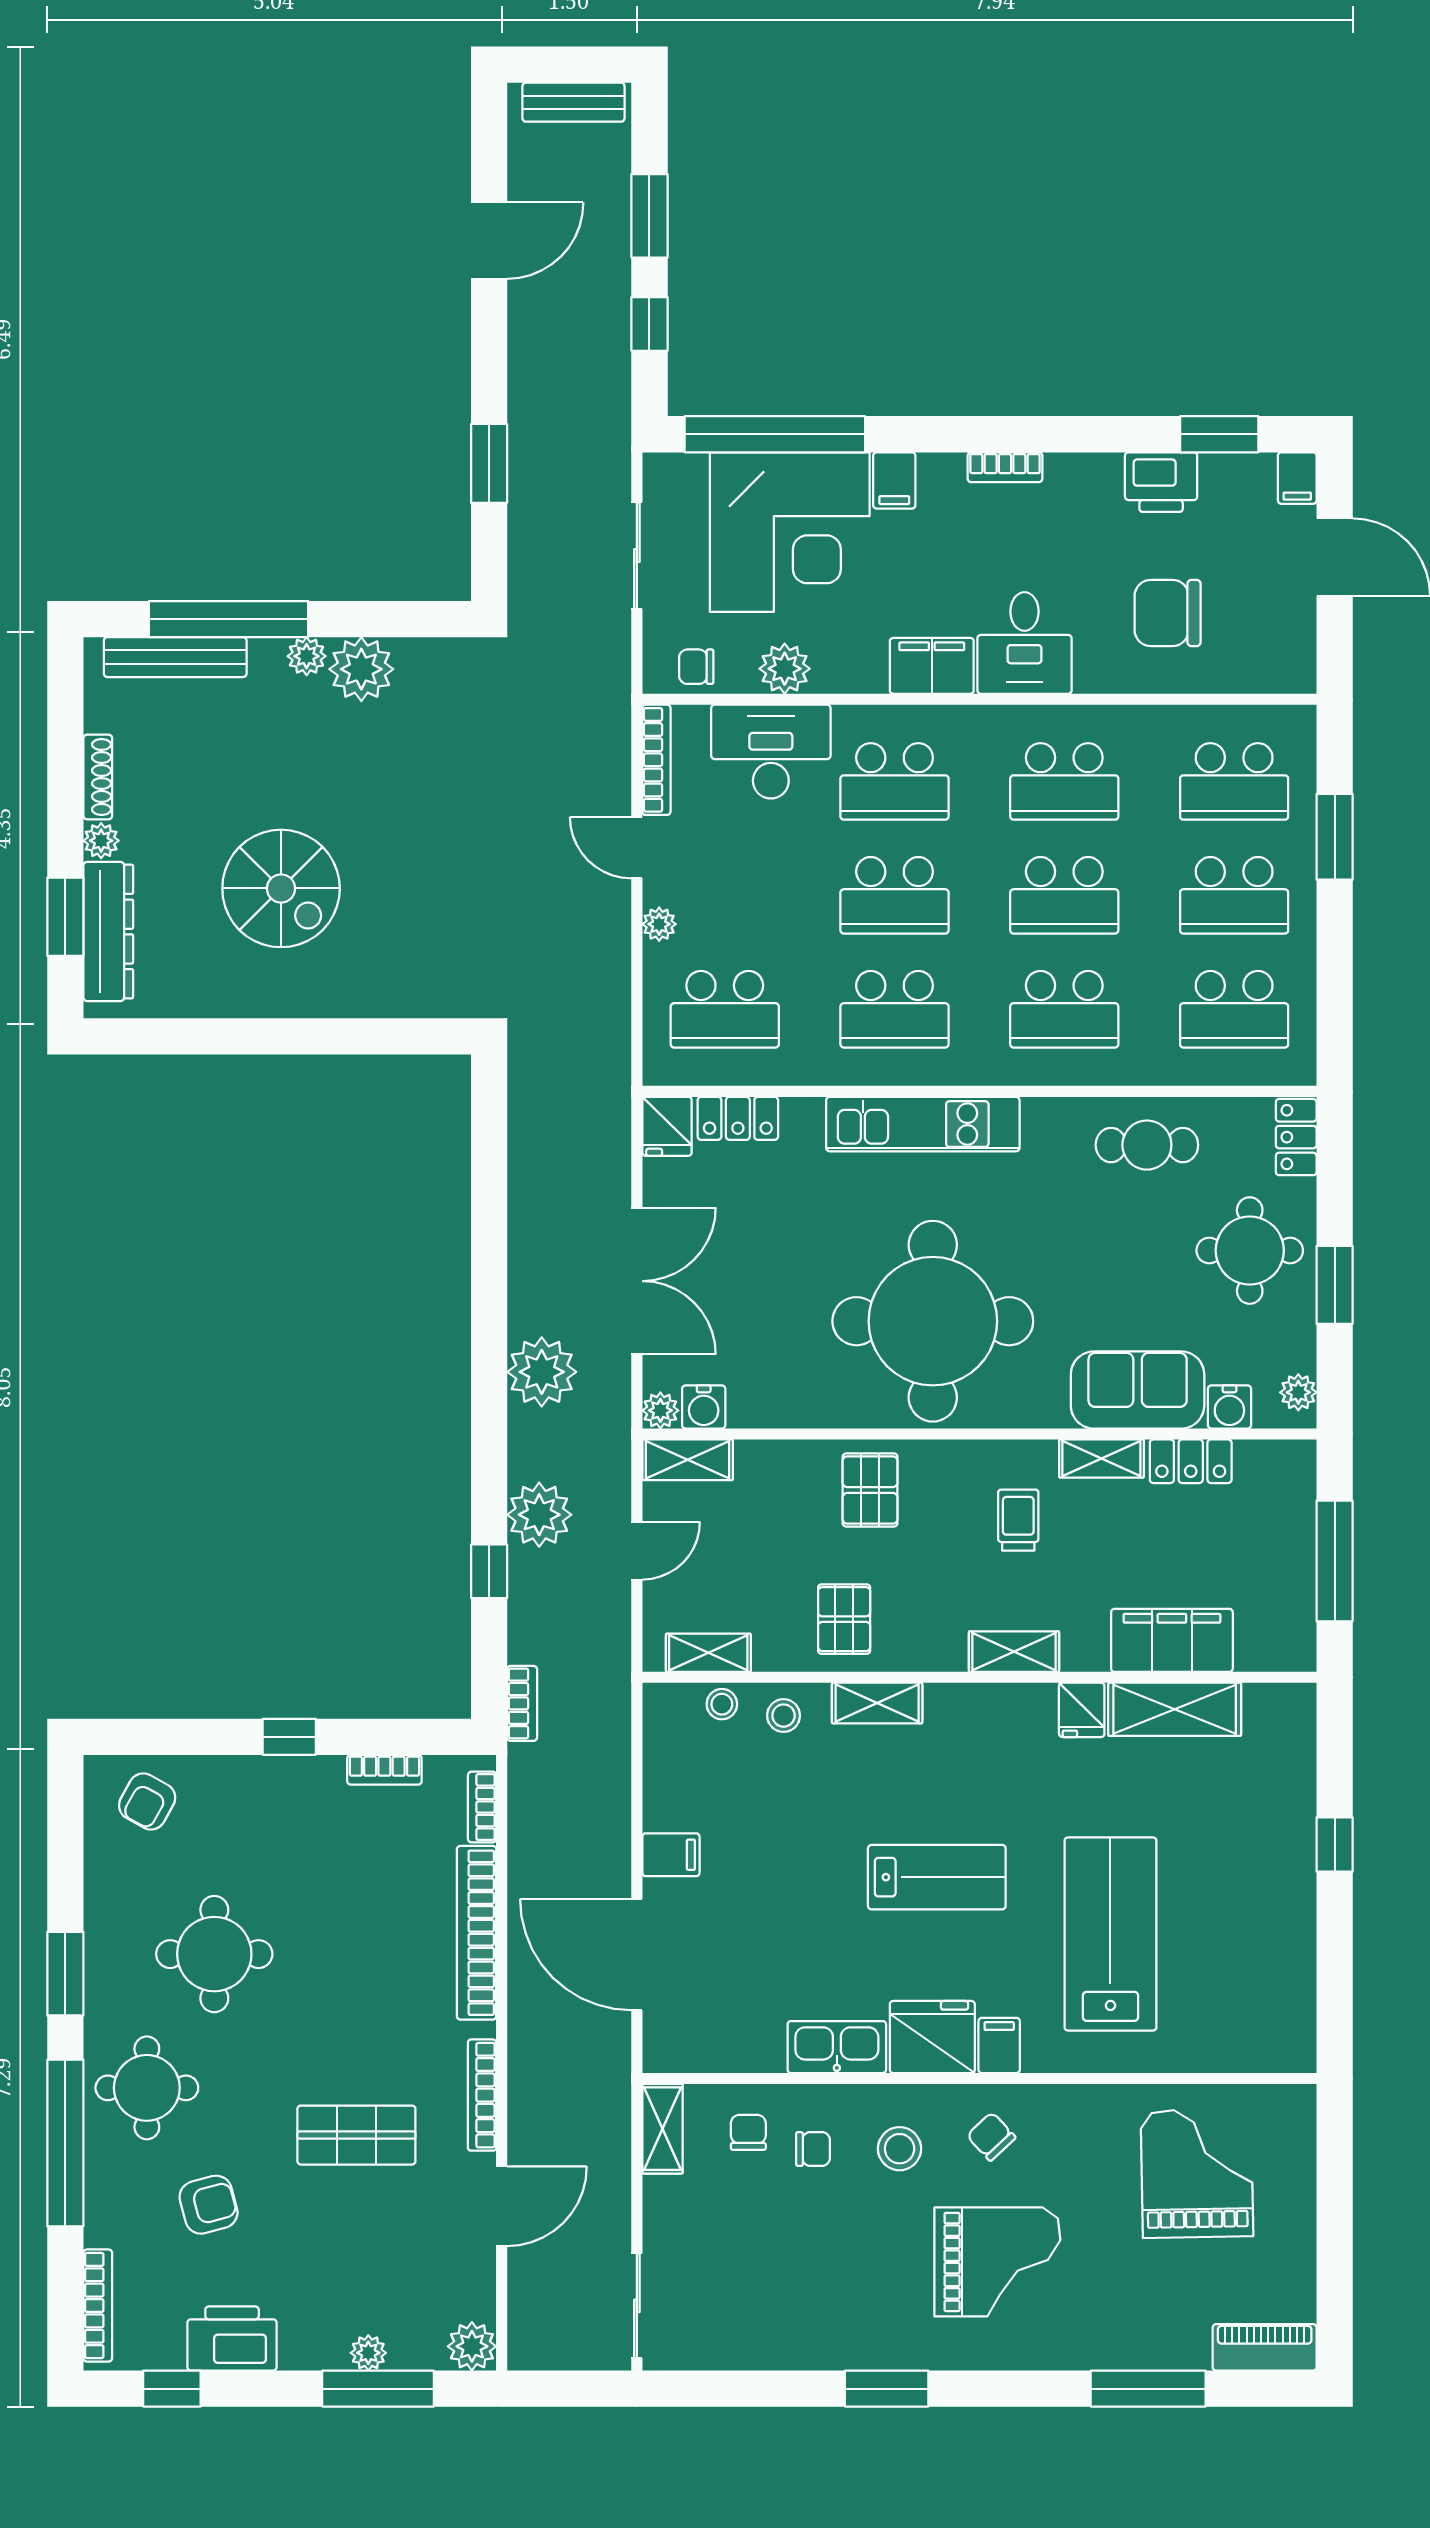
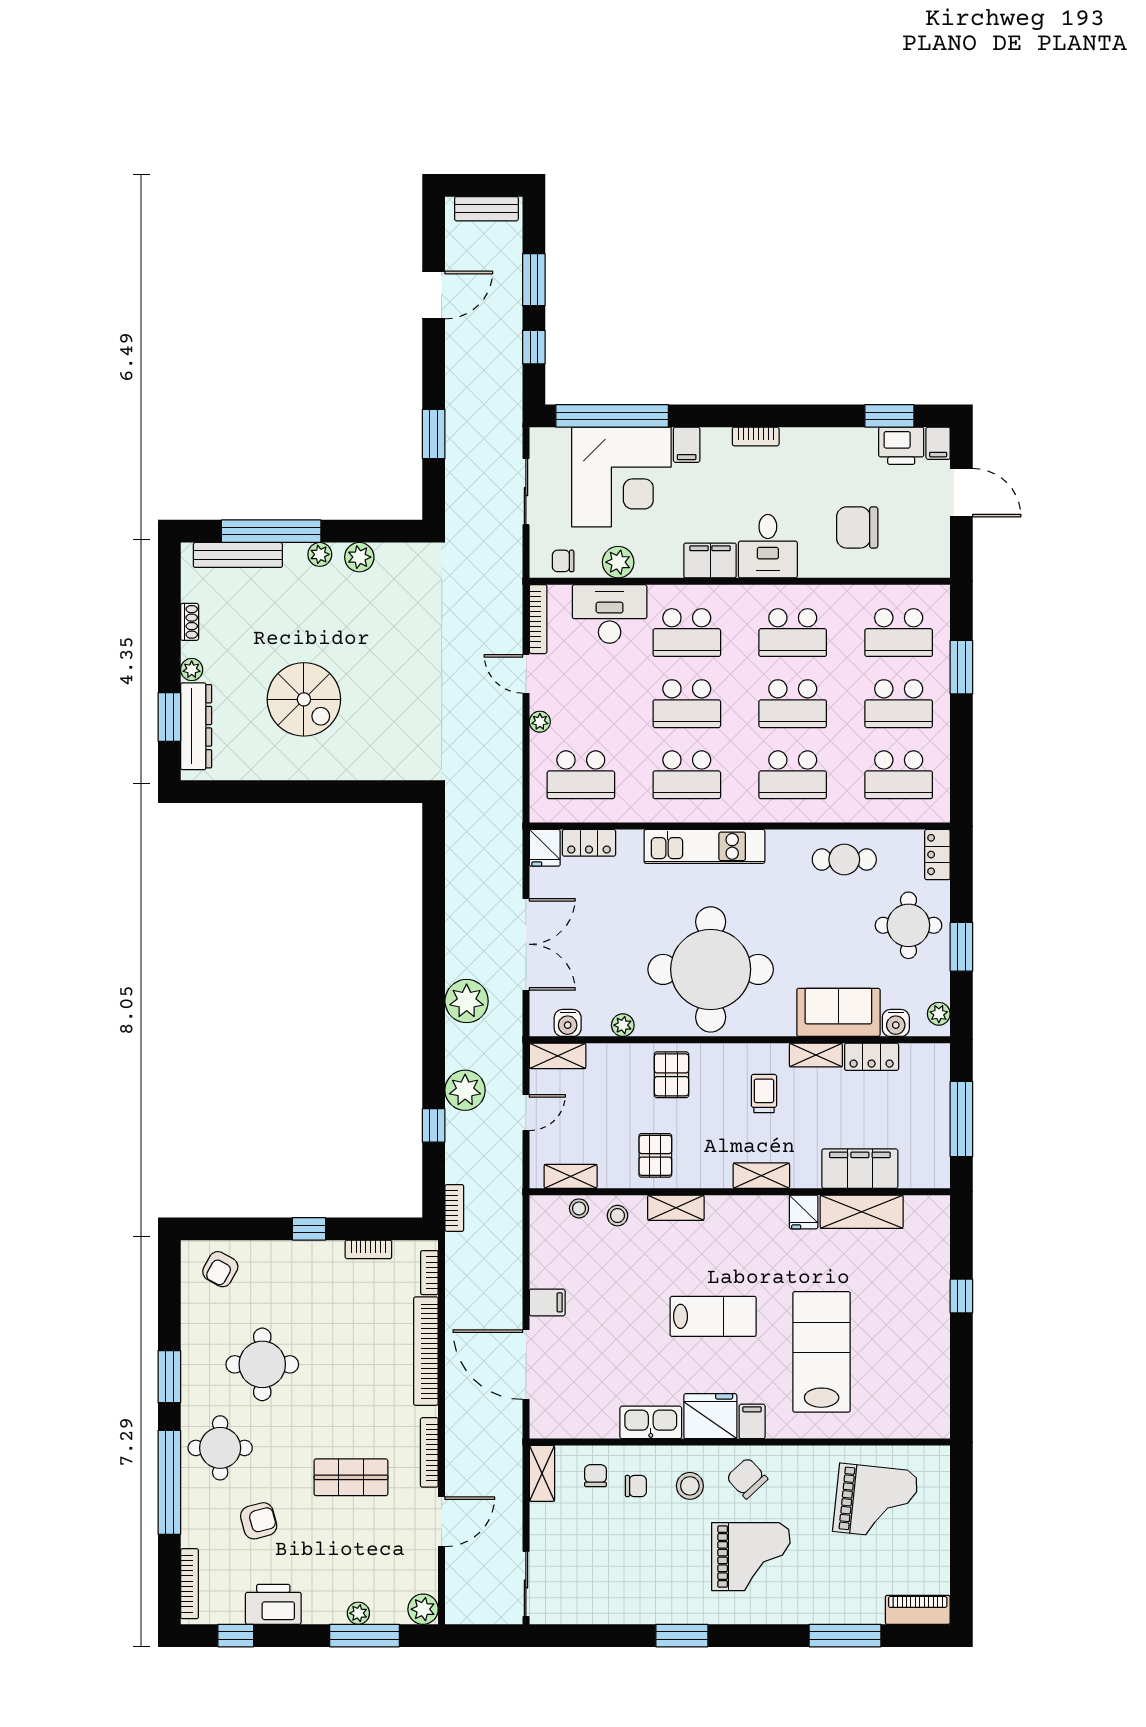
printer: (1161, 482) -> (901, 446), moved
plant: (361, 669) -> (359, 557), width x0.73, depth x0.73
shoe rack: (98, 777) -> (190, 622), width x0.70
plant: (660, 1410) -> (623, 1025), moved
chair: (991, 2136) -> (747, 1478), width x1.37, depth x1.37
grand piano: (1197, 2173) -> (875, 1501), turned 97

